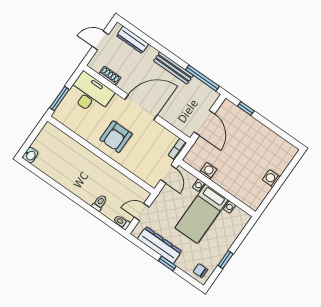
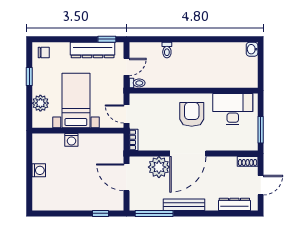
shoe rack: (110, 76) -> (248, 161), moved
desk: (90, 94) -> (233, 109), moved, turned 180
window: (59, 99) -> (261, 130), moved
plant: (172, 113) -> (159, 167), added
washing machine: (208, 171) -> (71, 140), moved
toilet: (122, 222) -> (137, 83), moved
plant: (232, 232) -> (40, 103), added
window: (167, 263) -> (107, 39), moved

